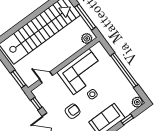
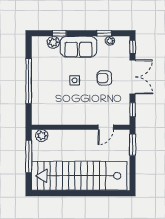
corner sofa: (81, 72) -> (69, 109), removed
door: (46, 77) -> (106, 127), hinge flipped
plant: (137, 102) -> (53, 42), moved

